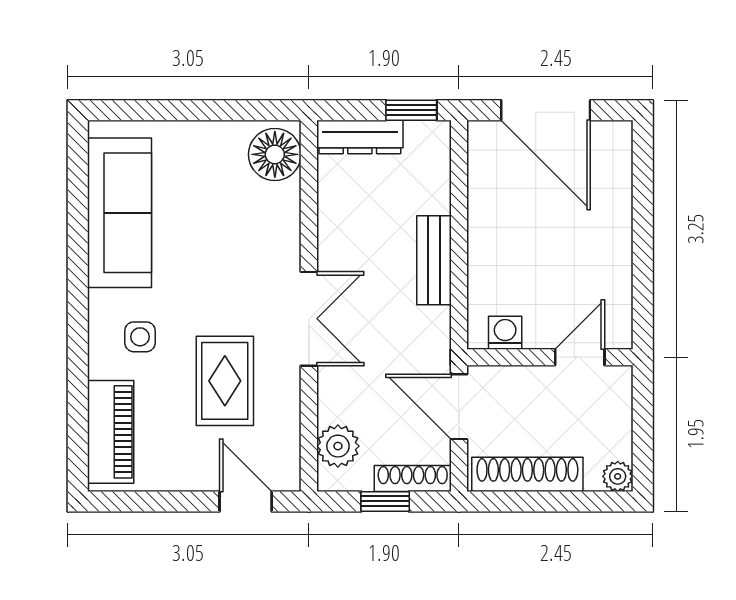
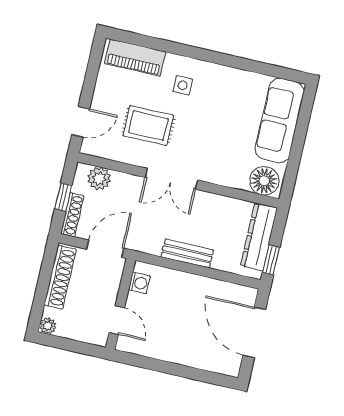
door: (546, 110) -> (254, 332), hinge flipped
dresser: (360, 137) -> (259, 237), width x1.37, depth x1.24
sofa: (119, 213) -> (280, 120), moved, turned 90

